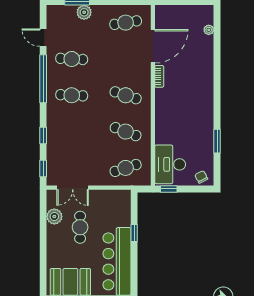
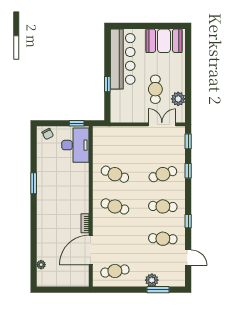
window: (43, 79) -> (188, 221), width x0.32
window: (217, 141) -> (34, 183), moved
cafe table: (126, 168) -> (163, 174), moved

